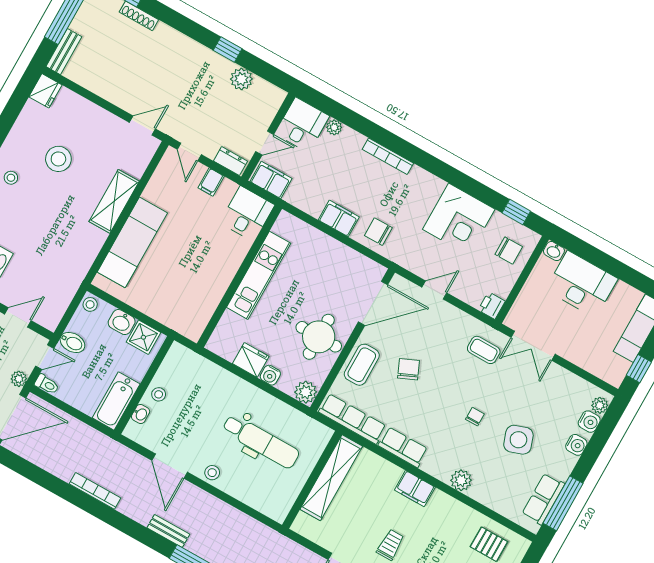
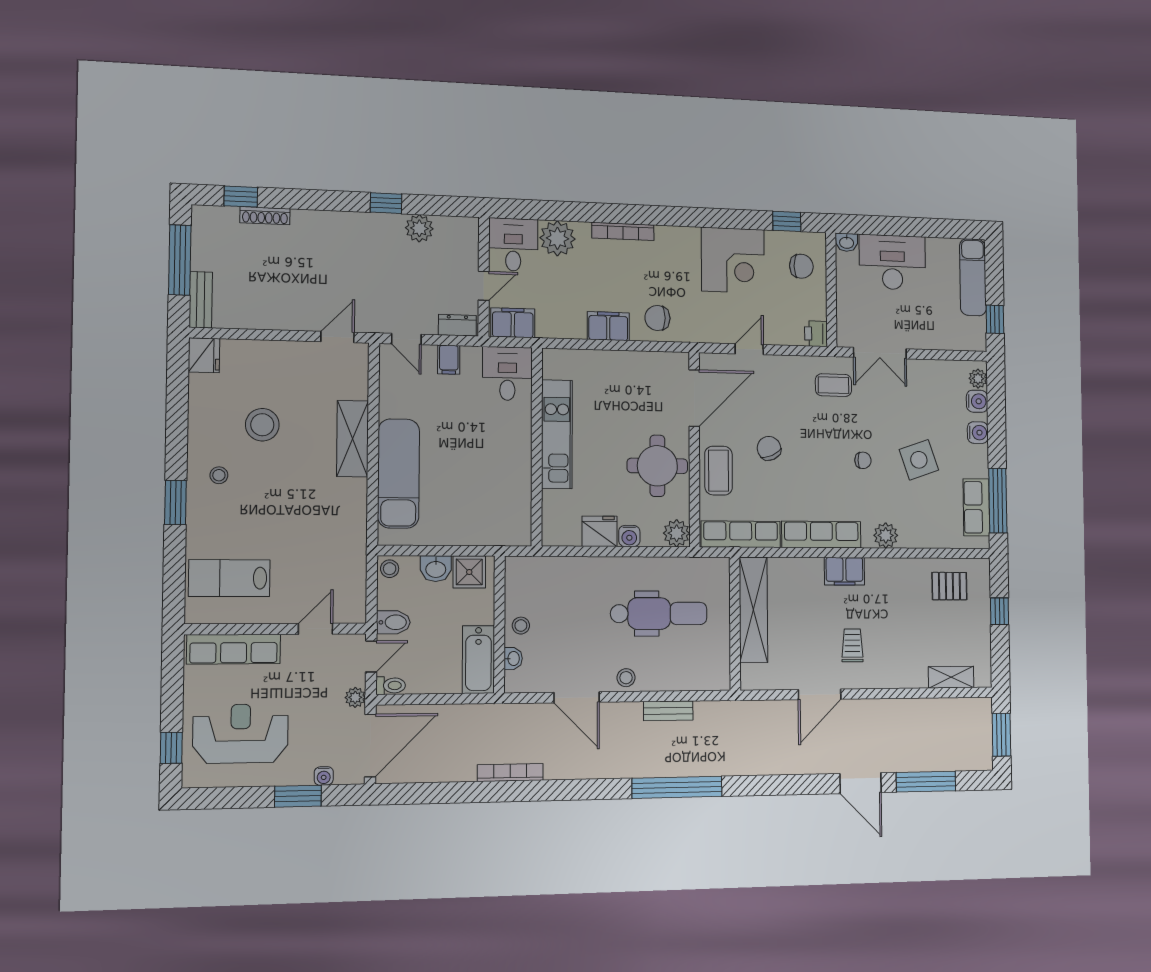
plant: (334, 127) -> (557, 238), width x1.87, depth x1.87
chair: (475, 417) -> (863, 460), turned 90
row of seats: (403, 447) -> (821, 535), width x1.48
bench: (168, 531) -> (668, 711), moved

